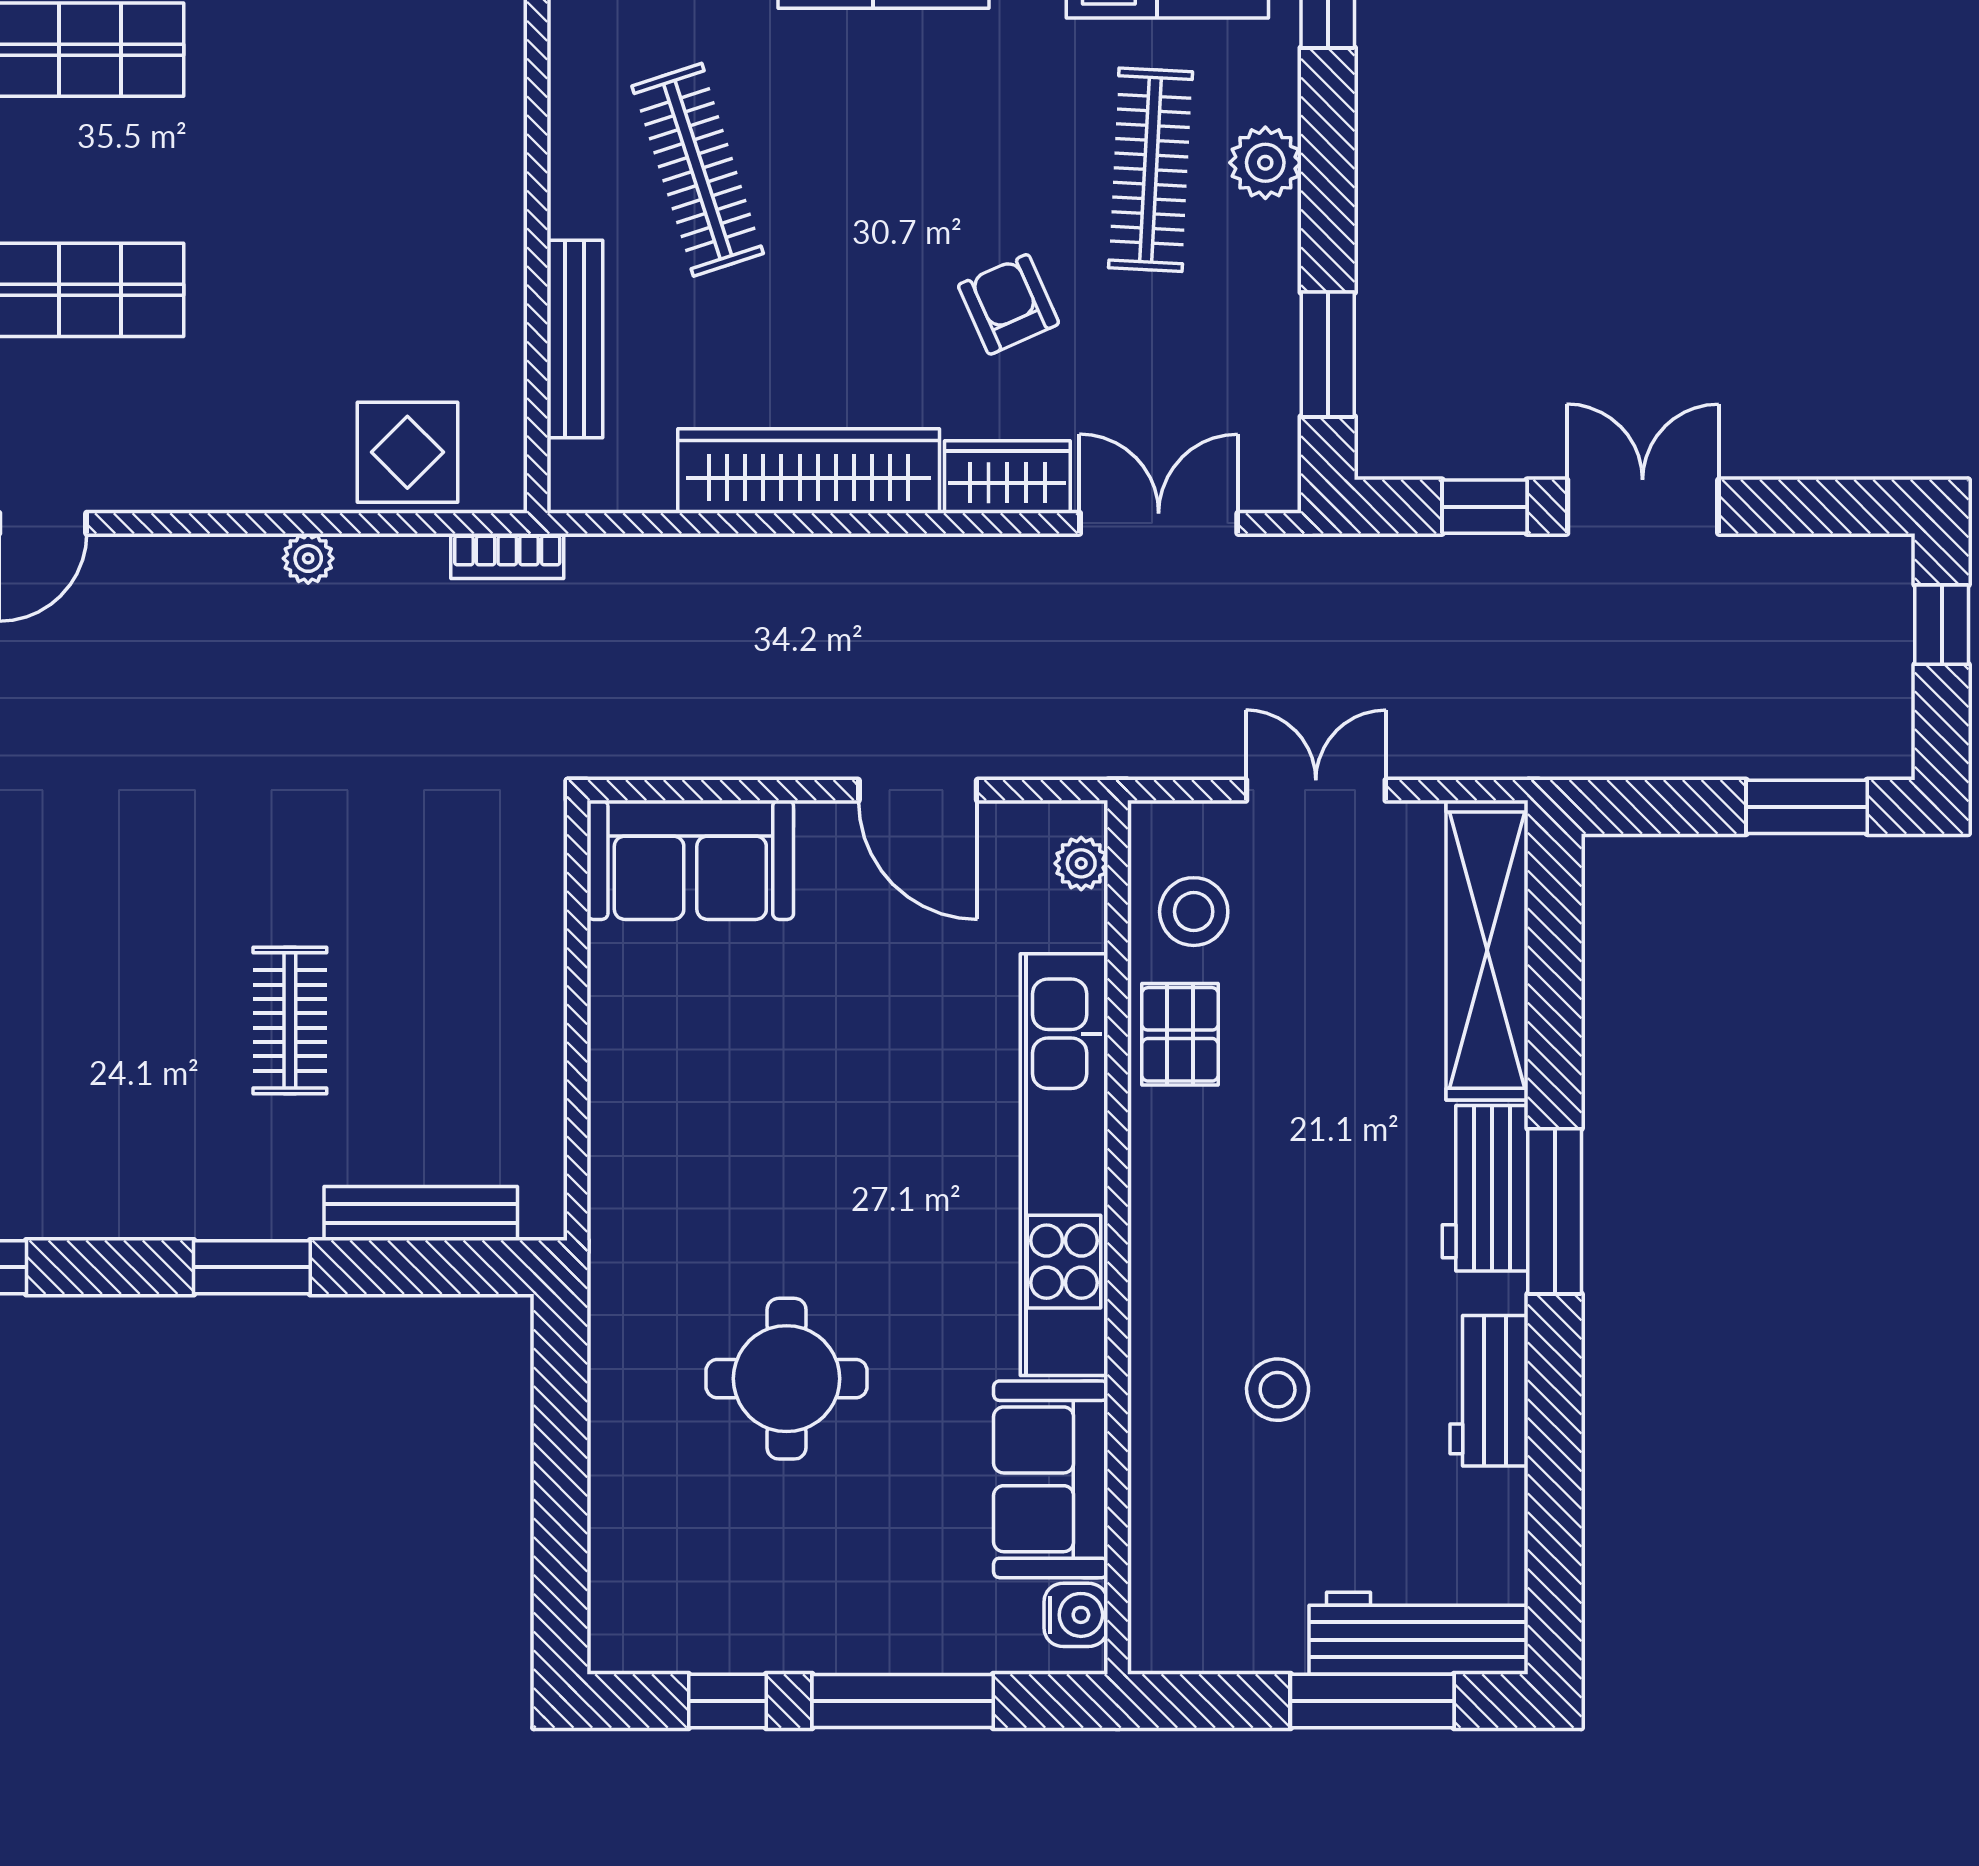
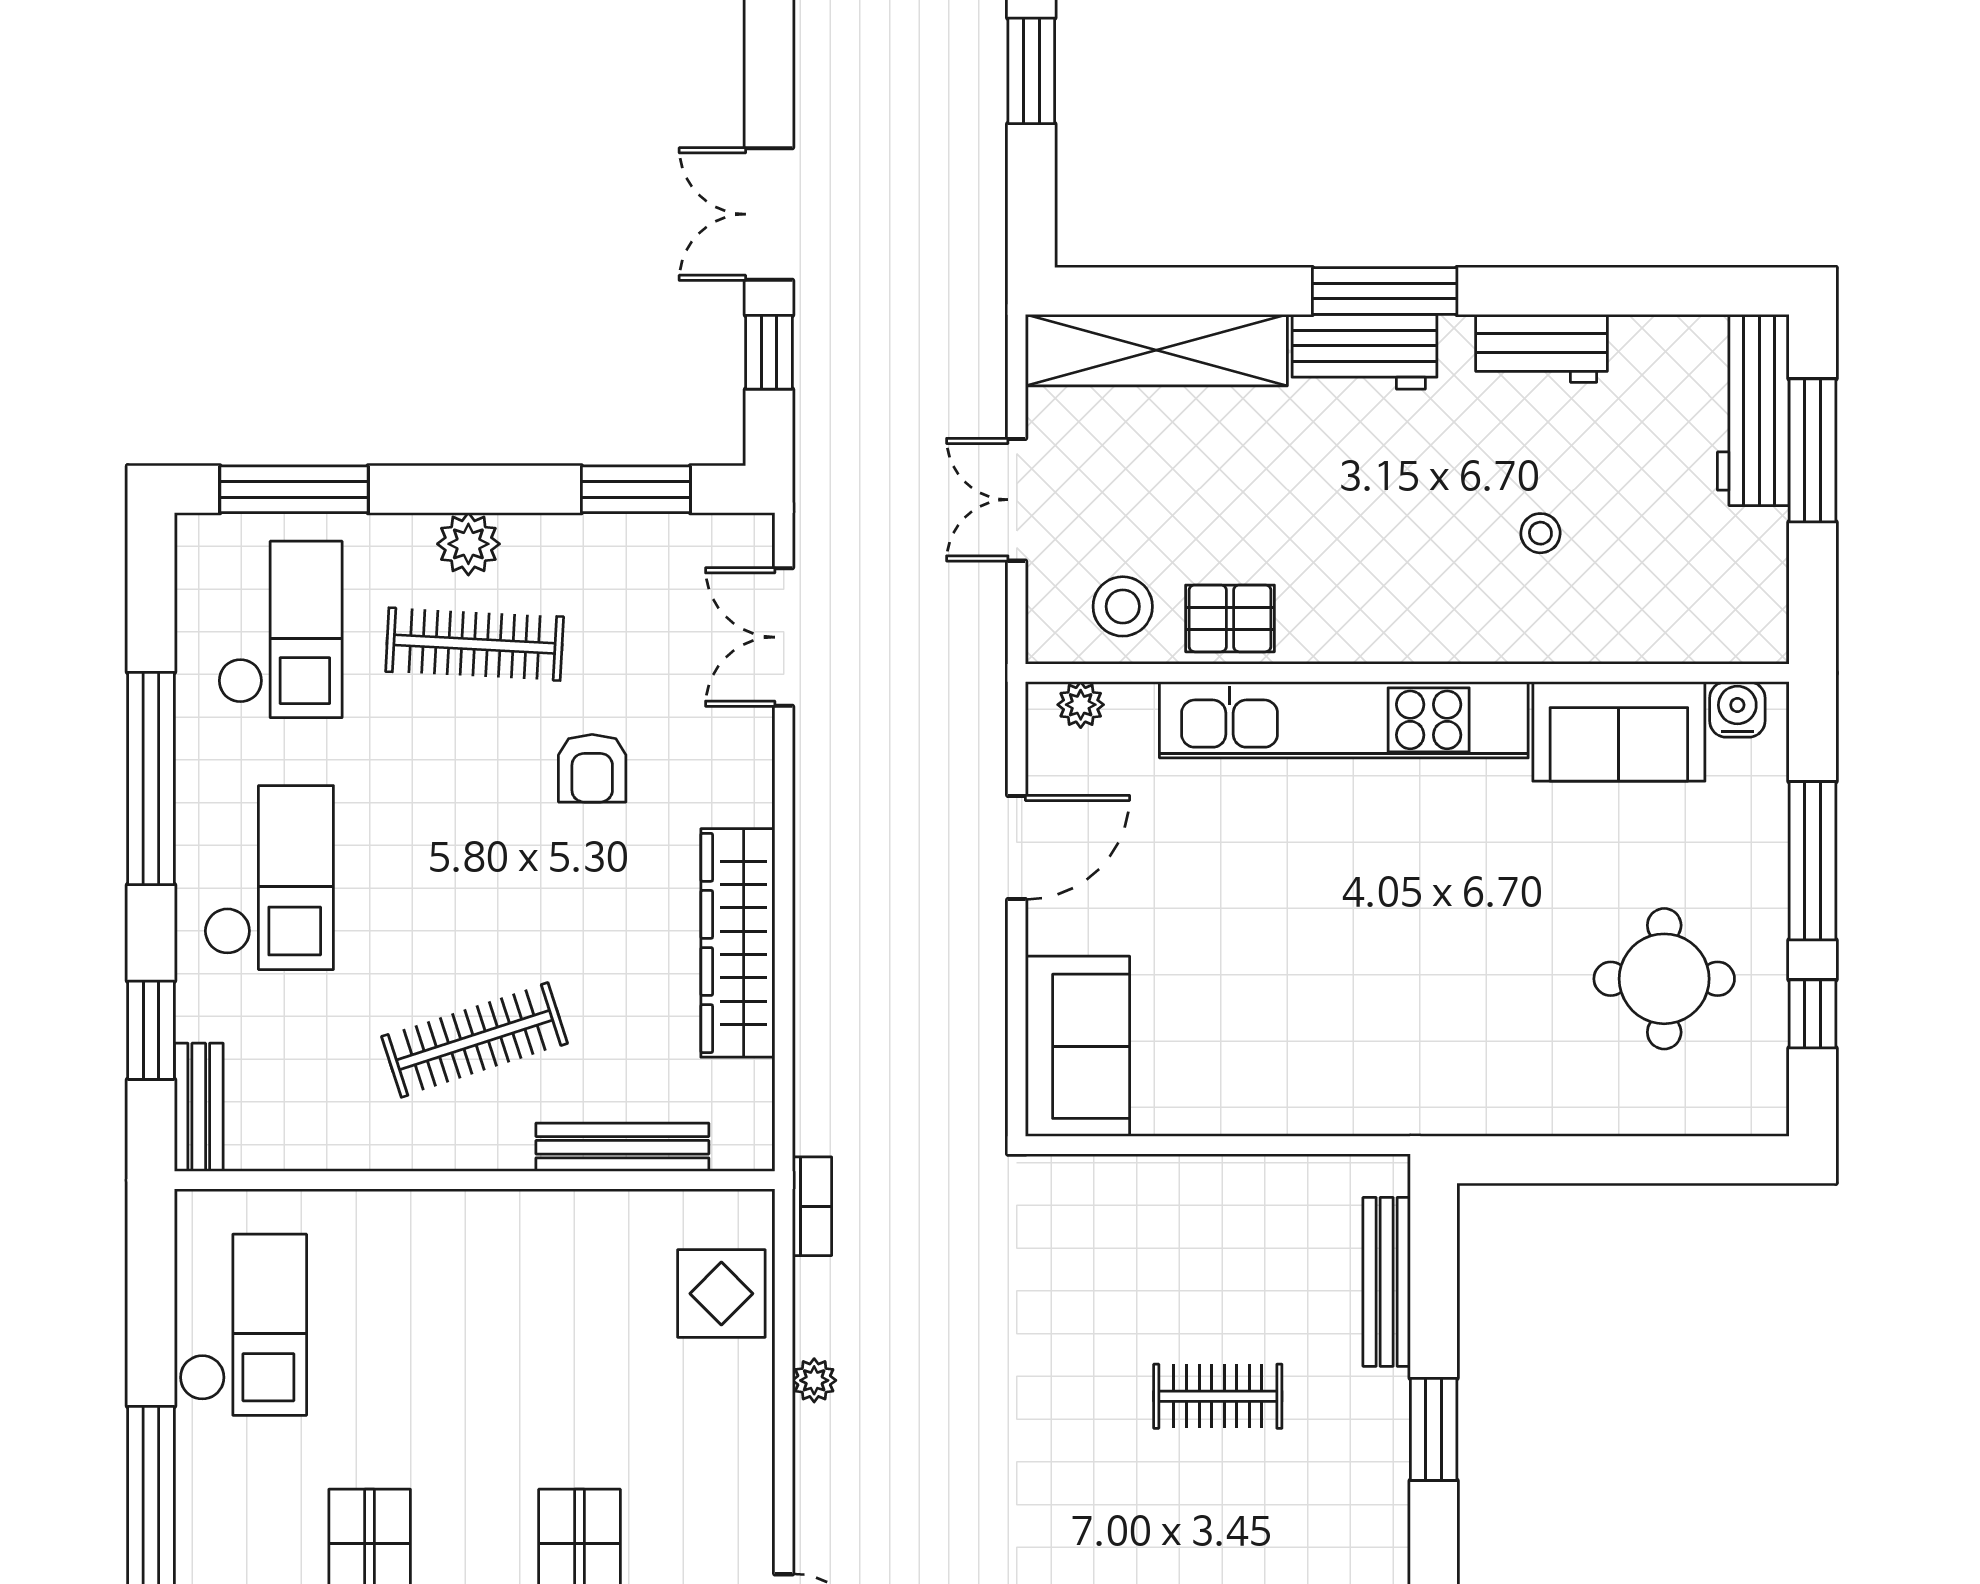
armchair: (1009, 304) -> (592, 768), turned -66
wardrobe: (1007, 477) -> (743, 769), removed
round table: (787, 1379) -> (1664, 979), moved
stool: (1278, 1390) -> (1540, 533), width x0.73, depth x0.73

